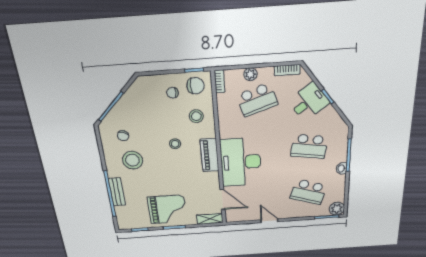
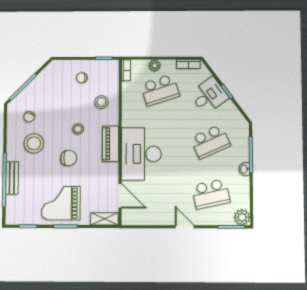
chair: (196, 86) -> (69, 158), moved
school desk: (309, 146) -> (210, 142), turned -33
school desk: (309, 192) -> (211, 194), turned -30
grand piano: (167, 209) -> (61, 203), turned 180
door: (269, 221) -> (185, 227), moved

